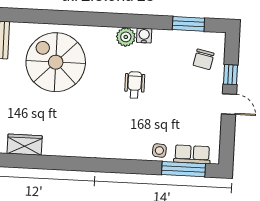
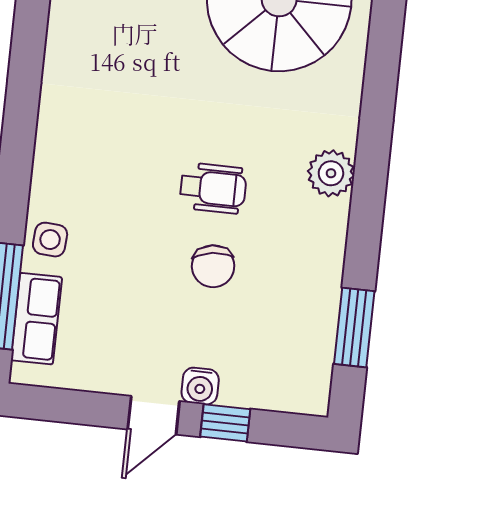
water cooler: (144, 36) -> (200, 386), moved, turned 90
chair: (204, 59) -> (213, 266), moved, turned -110

